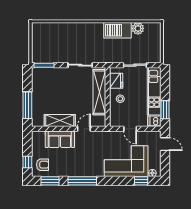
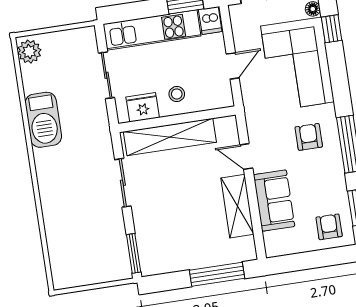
plant: (138, 28) -> (29, 52), moved
armchair: (89, 161) -> (309, 137), added
window: (27, 162) -> (328, 257), removed

